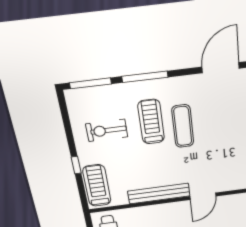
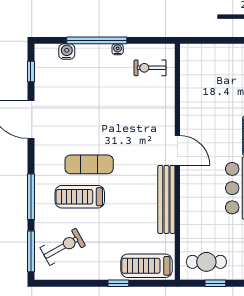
exercise bike: (107, 130) -> (63, 247), moved, turned -119

